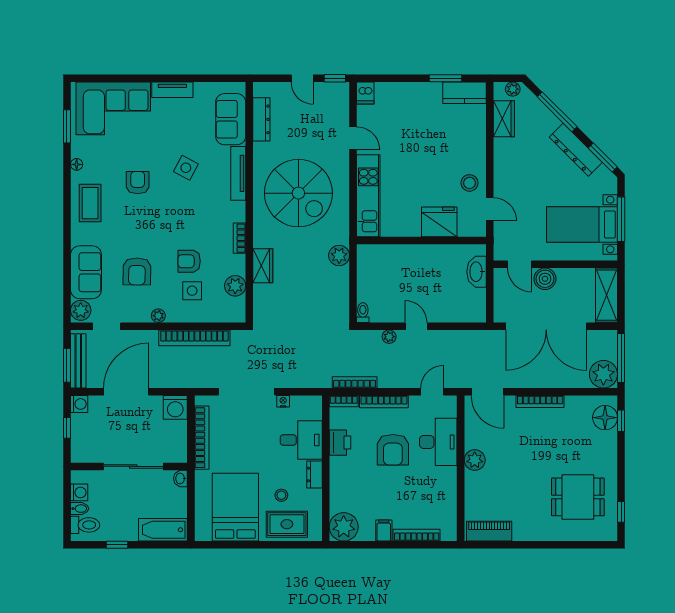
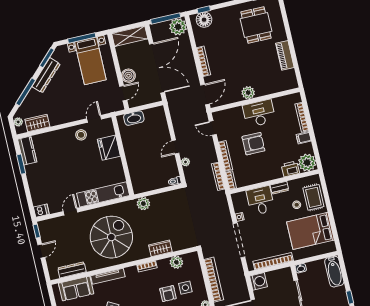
desk: (438, 442) -> (259, 113), moved
printer: (340, 443) -> (290, 169), moved
piano: (489, 531) -> (285, 55), moved

